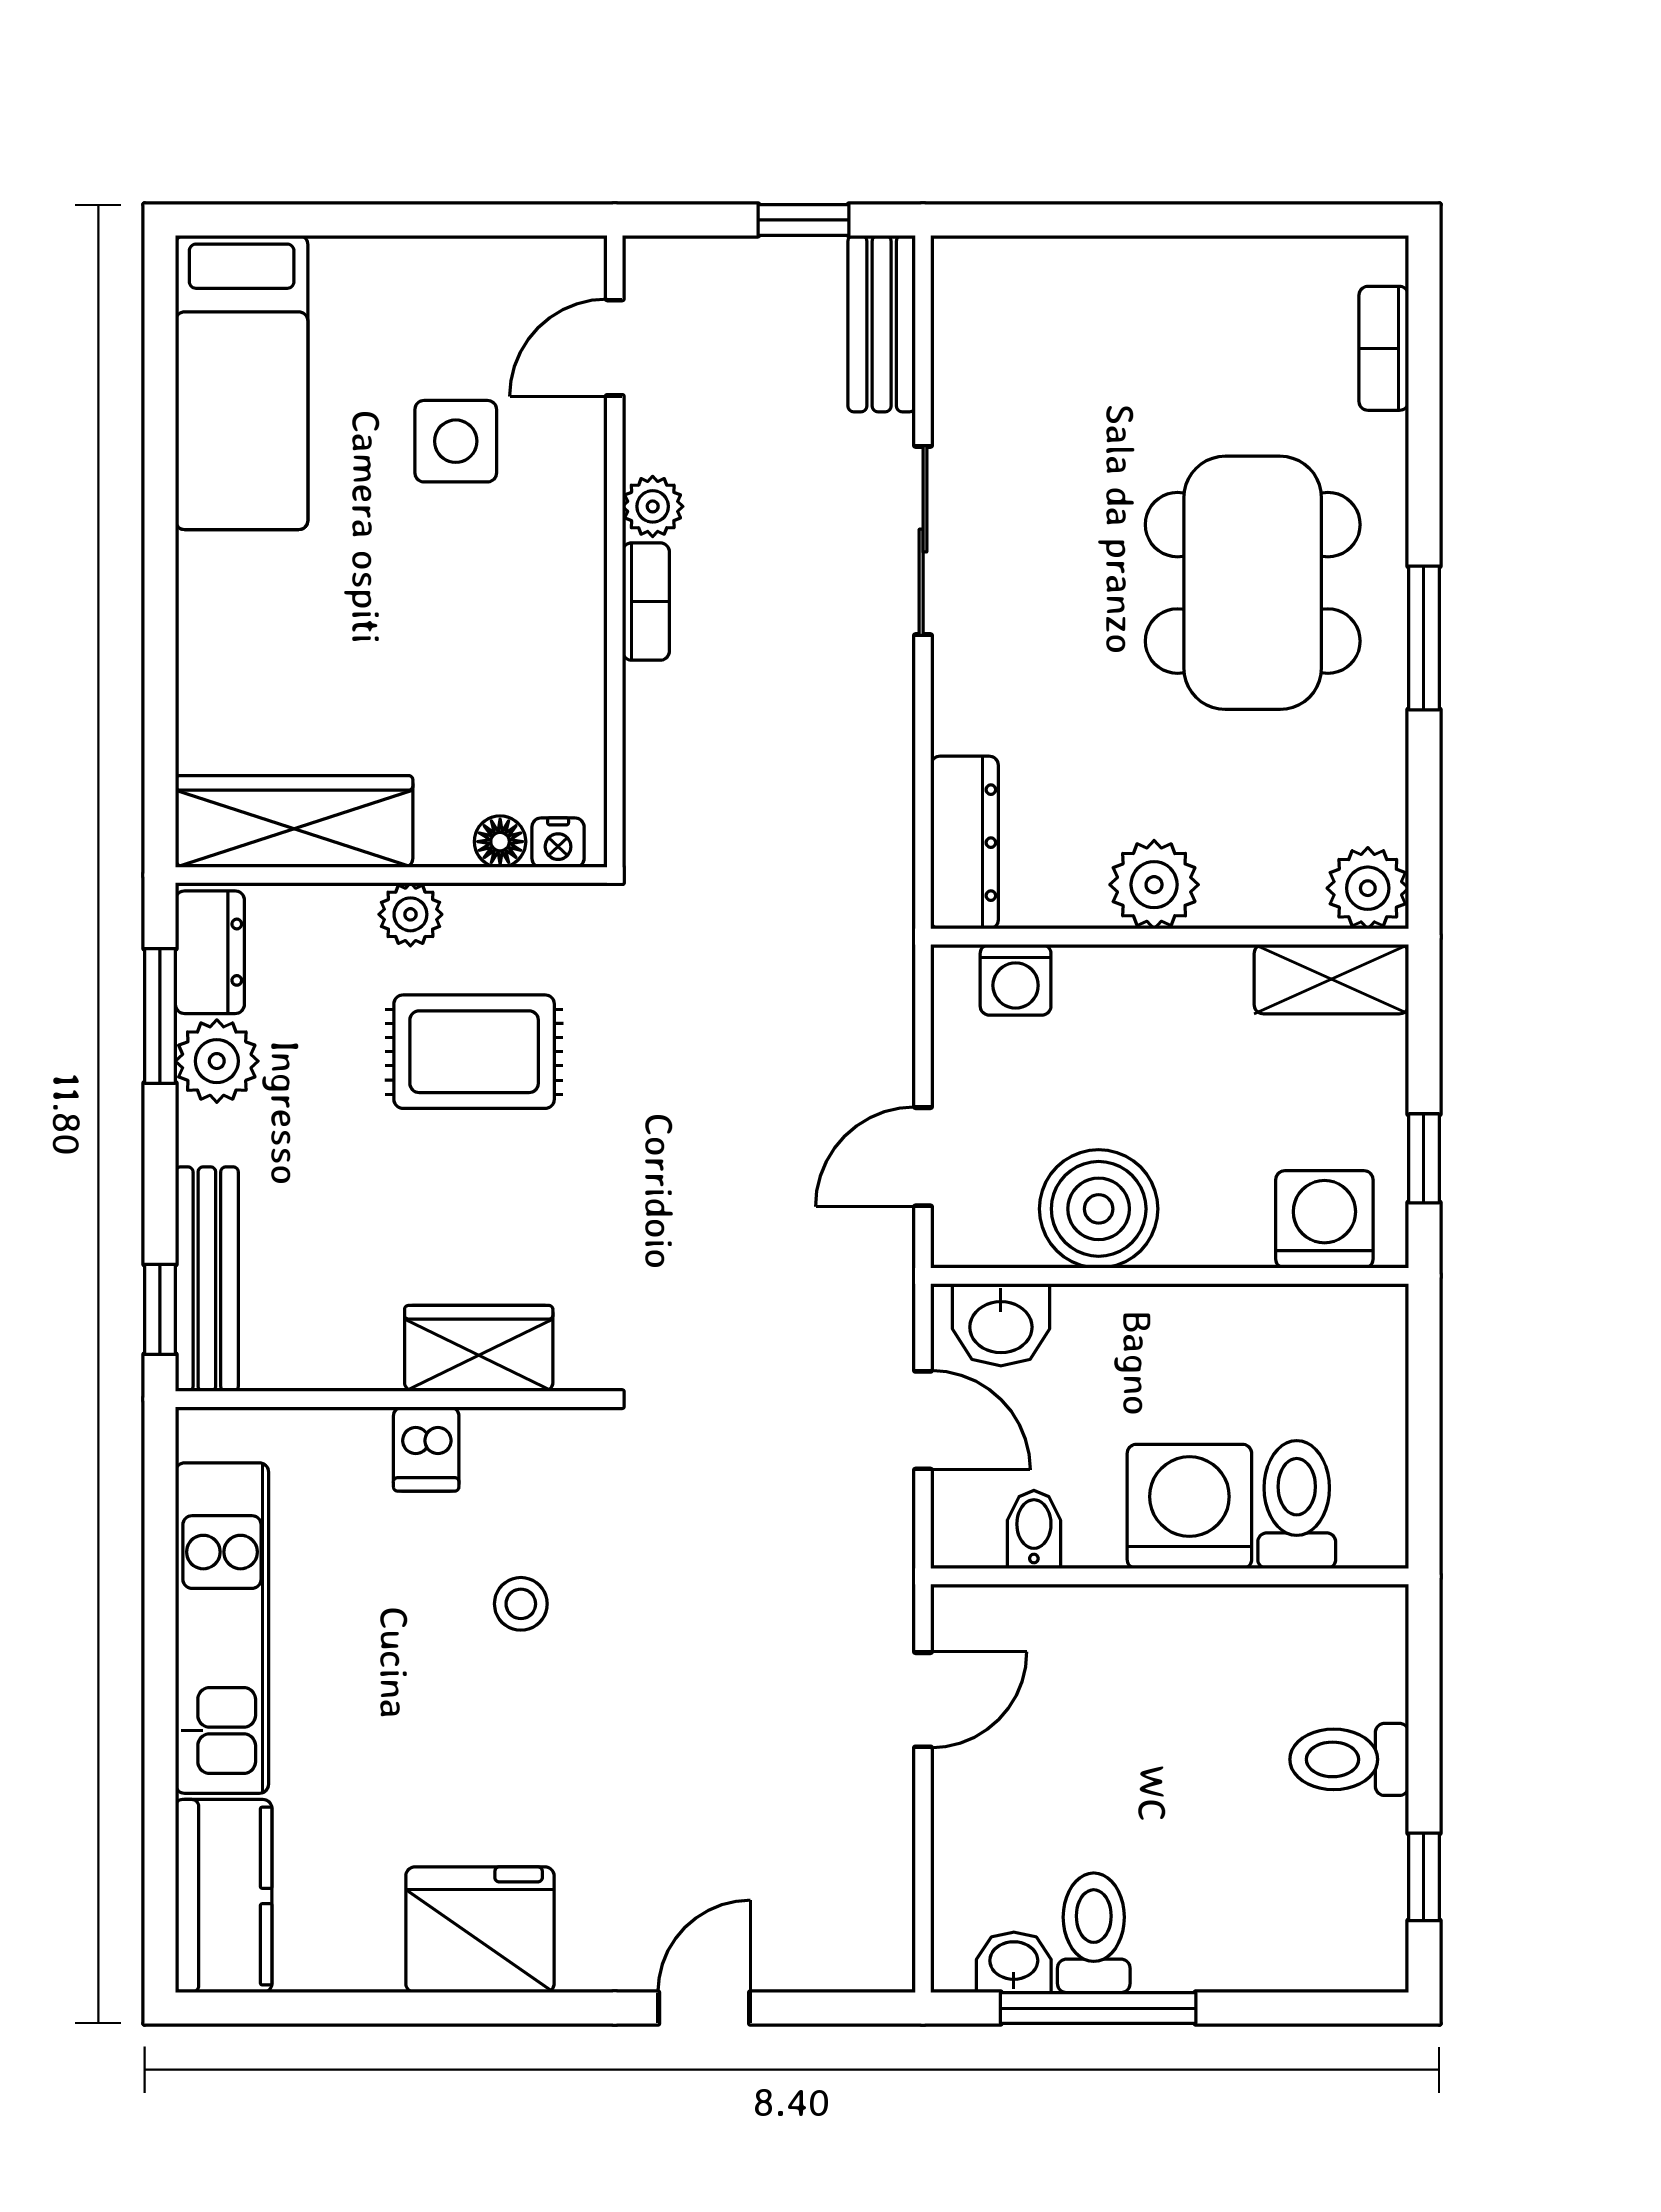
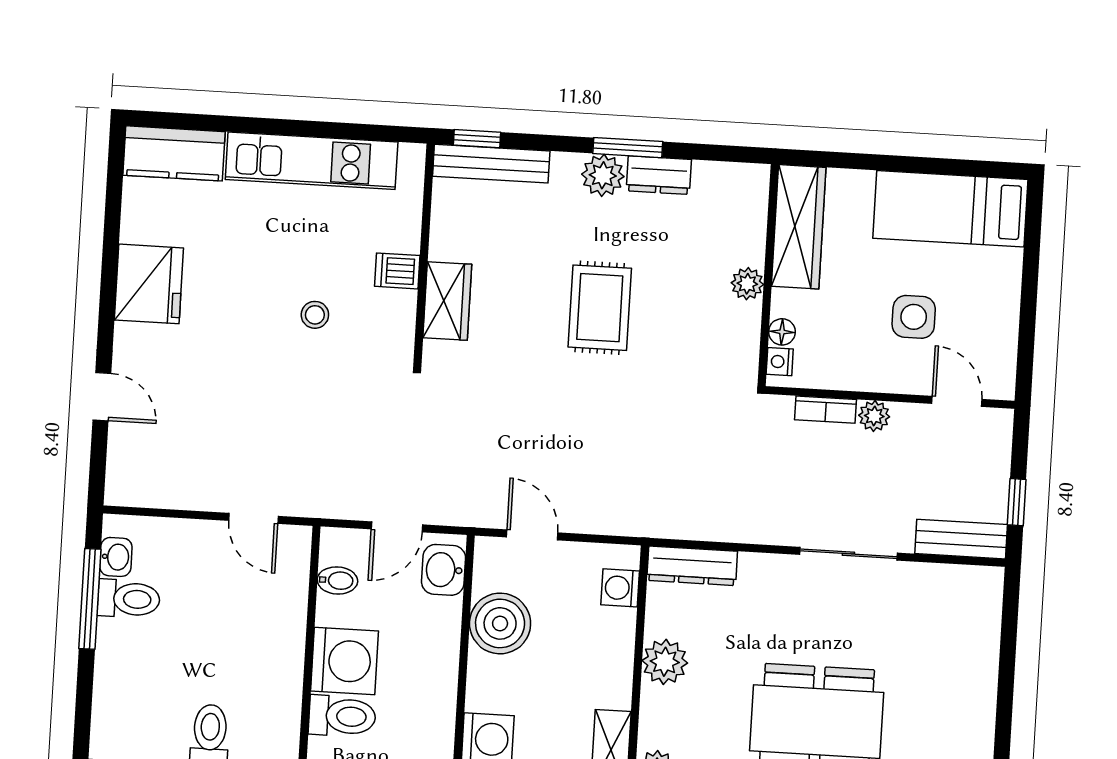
wardrobe: (294, 821) -> (799, 227), moved
floor lamp: (500, 842) -> (782, 332), moved
nightstand: (558, 843) -> (780, 362), moved
wall: (391, 875) -> (768, 275), moved
plant: (410, 914) -> (747, 284), moved

